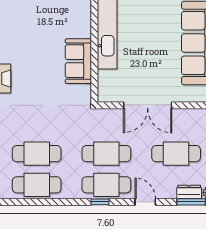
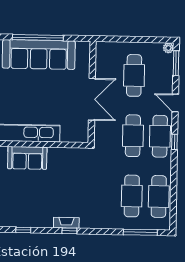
sofa: (78, 61) -> (27, 158), moved
dresser: (189, 192) -> (167, 65), removed
door: (145, 202) -> (175, 103), hinge flipped

